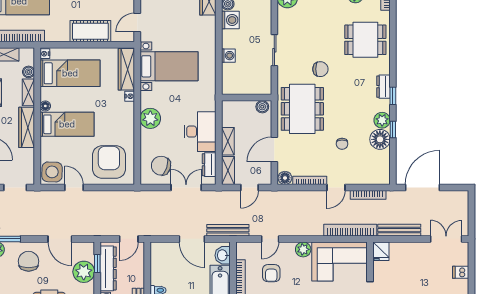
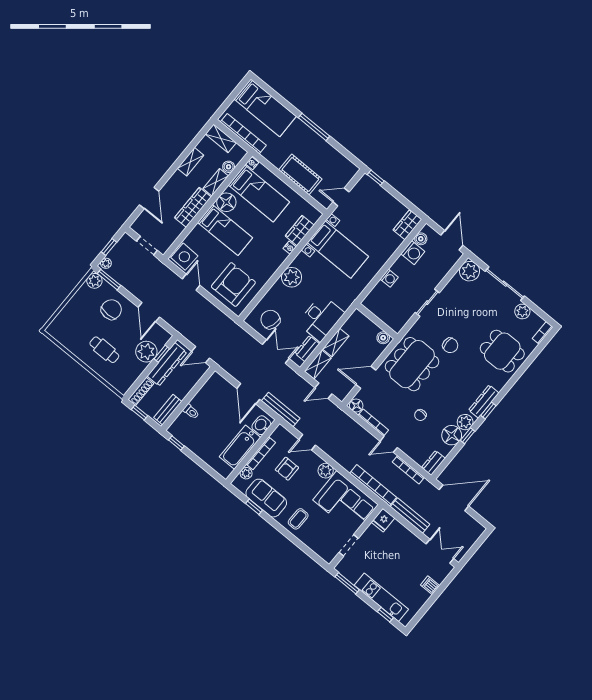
wardrobe: (126, 69) -> (300, 231), width x0.67
dresser: (383, 87) -> (484, 401), width x1.44
floor lamp: (45, 106) -> (226, 202), width x1.89, depth x1.89
dresser: (384, 173) -> (433, 463), added

